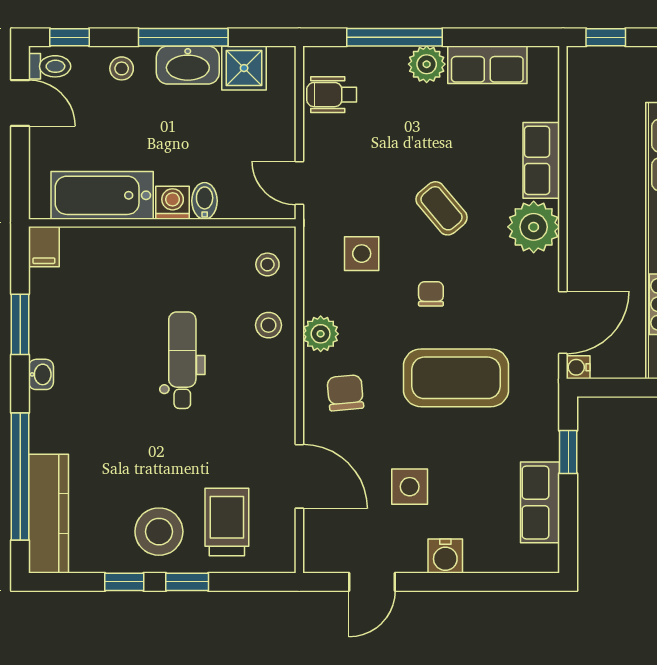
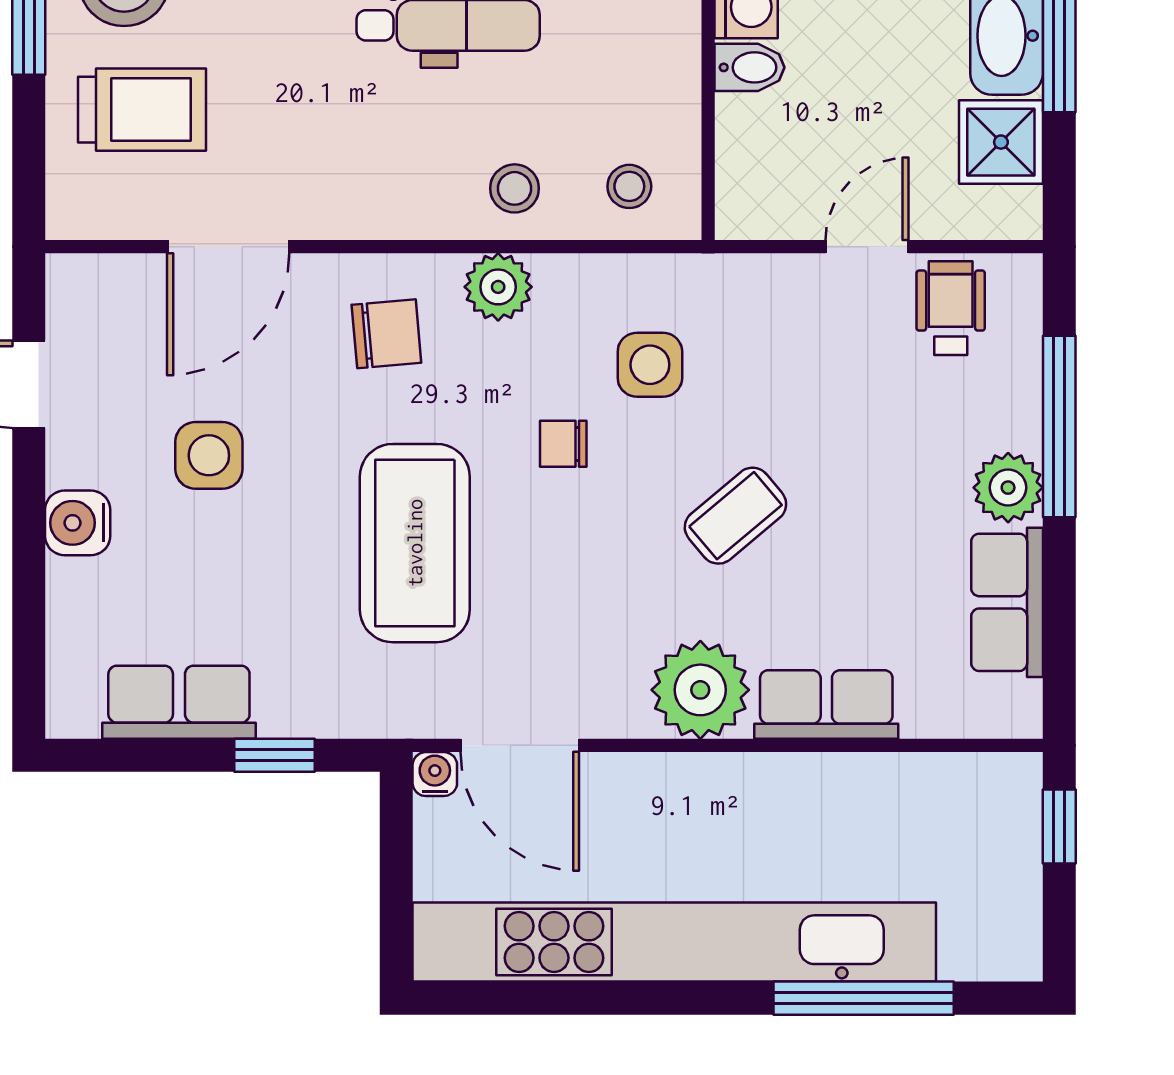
door: (299, 183) -> (867, 247), moved
chair: (431, 294) -> (563, 444), moved, turned 180

